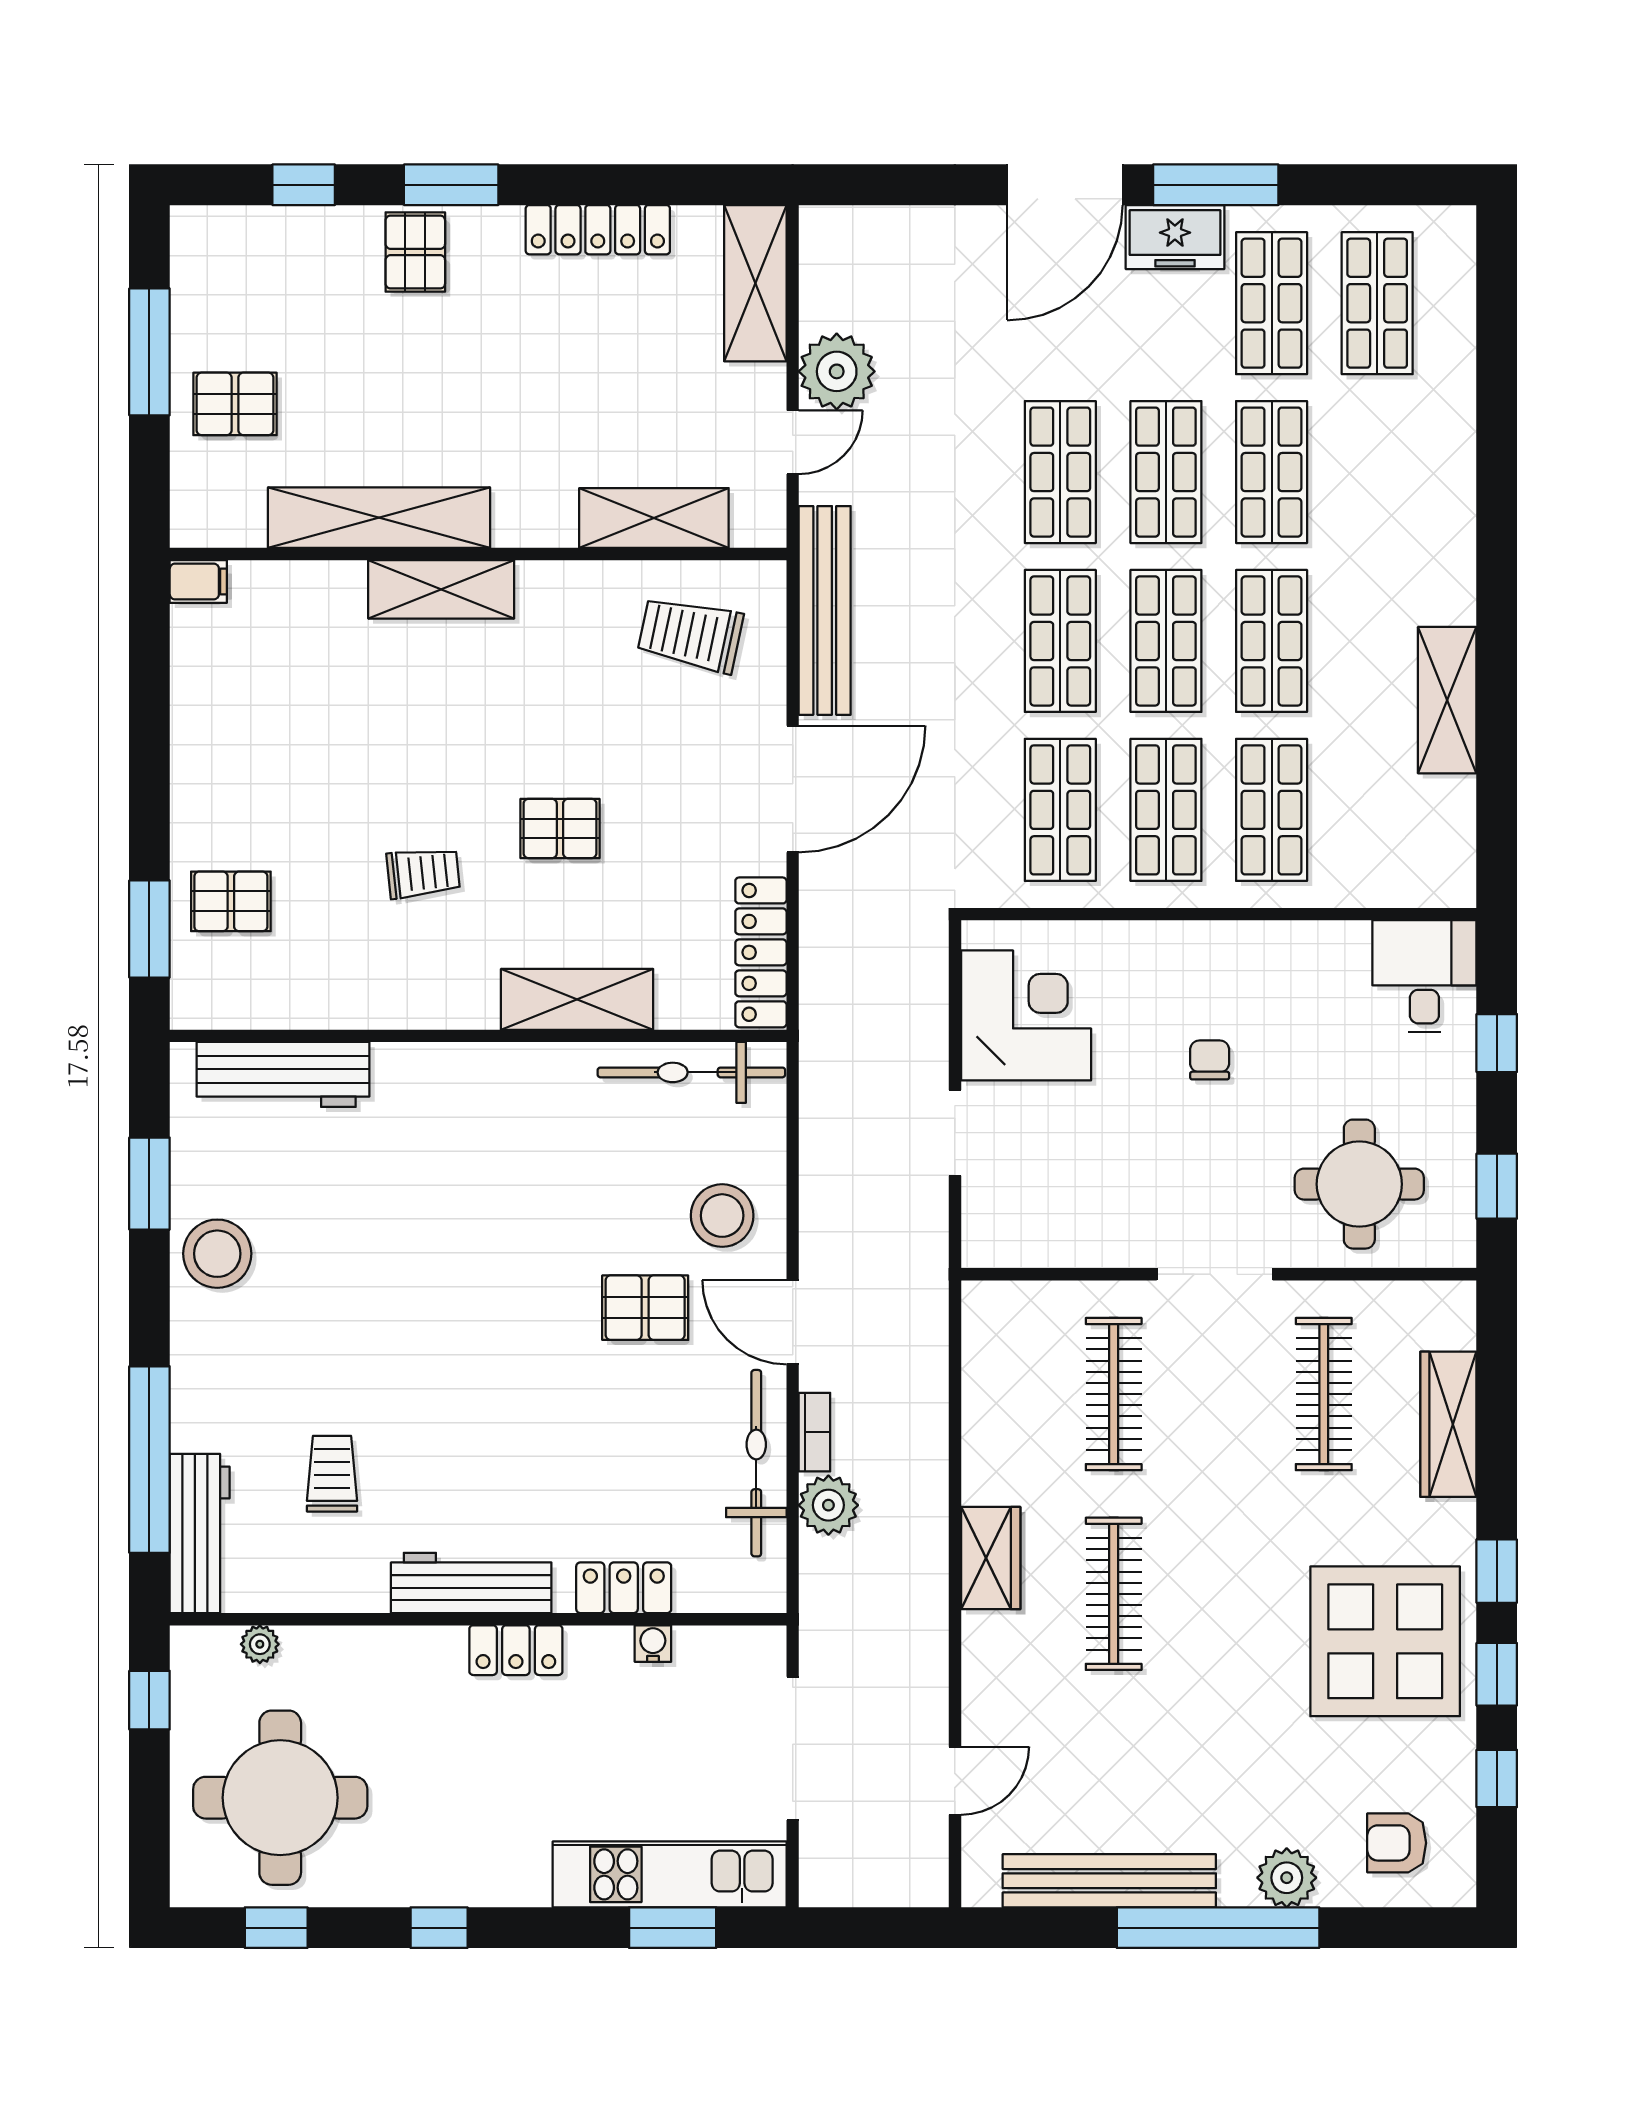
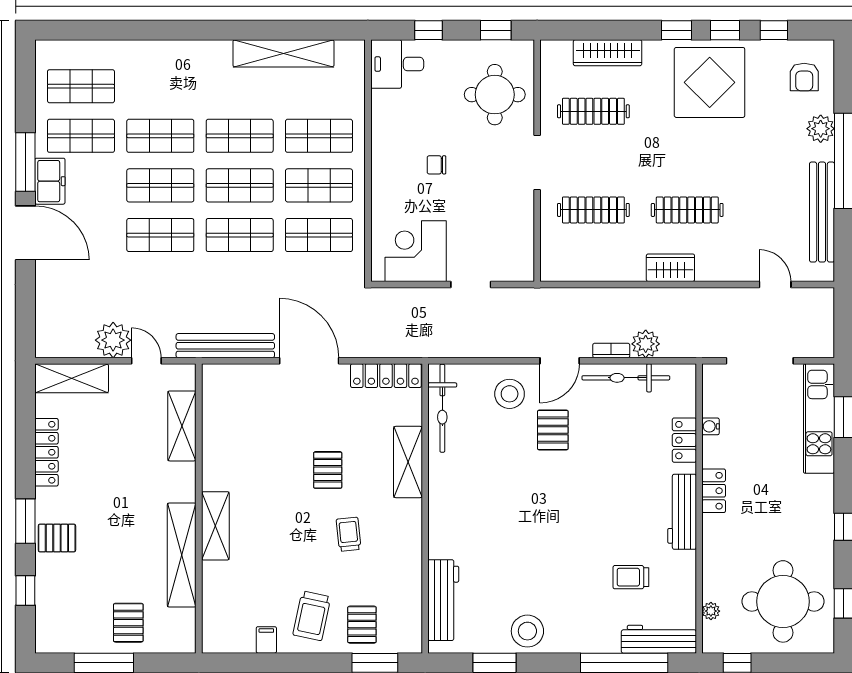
filing cabinet: (198, 581) -> (266, 640), moved
trolley: (690, 634) -> (312, 616), moved
shelving: (1447, 700) -> (283, 53), width x1.47

